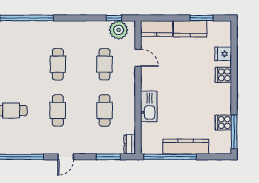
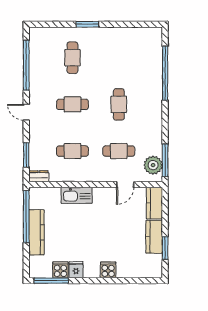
window: (114, 18) -> (165, 160), width x2.17
fridge: (223, 54) -> (76, 270), moved
cafe table: (58, 64) -> (119, 104), turned 90

